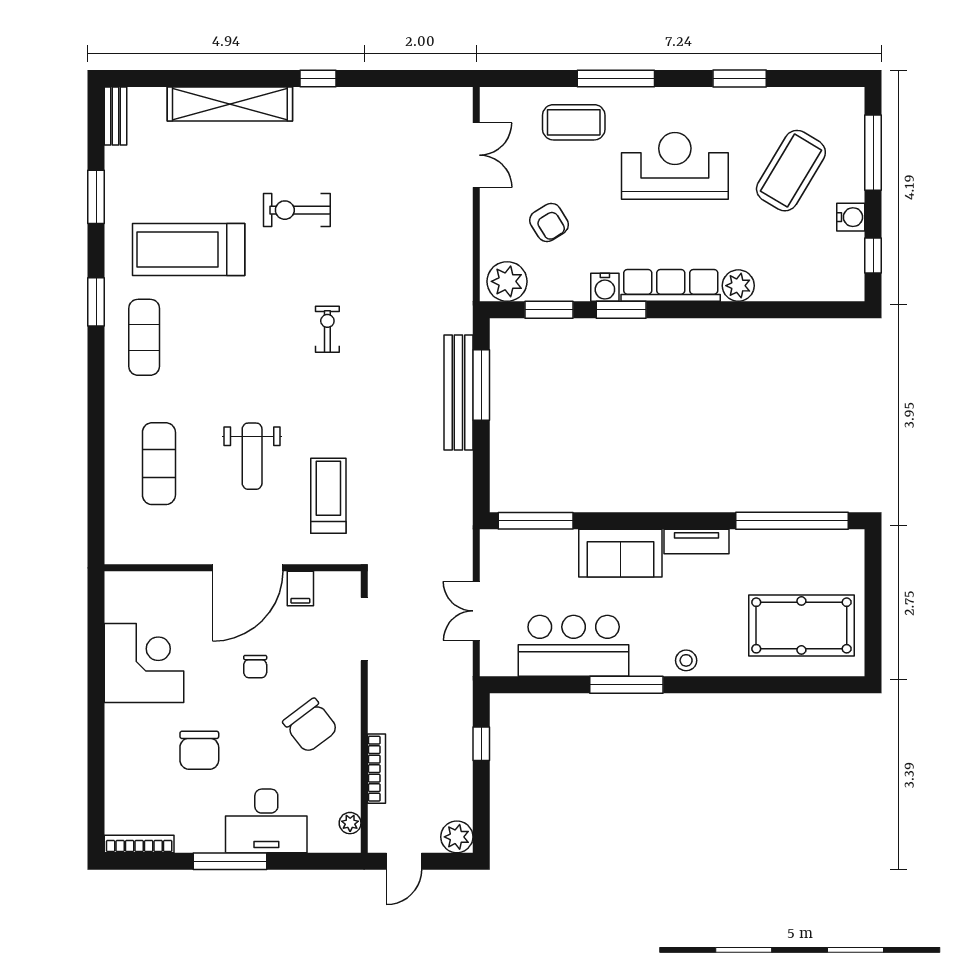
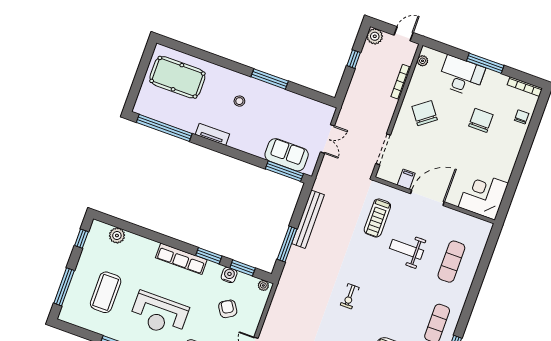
coffee table: (791, 171) -> (106, 292), turned -31
water cooler: (851, 217) -> (85, 260), removed
plant: (507, 281) -> (263, 285), width x0.53, depth x0.53
plant: (738, 286) -> (117, 236), moved
water cooler: (605, 287) -> (229, 275), moved
bench: (458, 392) -> (308, 219), moved
weight bench: (252, 456) -> (406, 249), turned -90
sofa: (620, 553) -> (287, 155), moved
bar counter: (574, 646) -> (288, 106), removed
stool: (686, 660) -> (239, 101), moved
corner desk: (144, 663) -> (483, 195), moved, turned 90
chair: (255, 667) -> (522, 117), moved
window: (481, 744) -> (354, 59), moved

